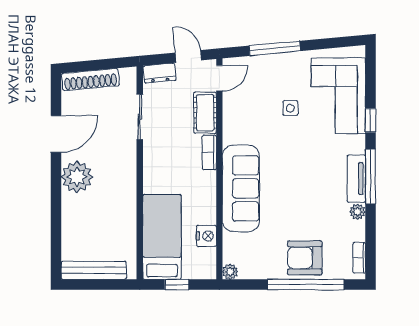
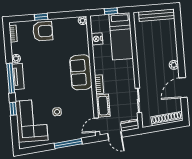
plant: (77, 177) -> (174, 65), width x0.53, depth x0.53
sofa: (241, 188) -> (81, 72), width x0.73
window: (306, 285) -> (41, 17), width x0.32

